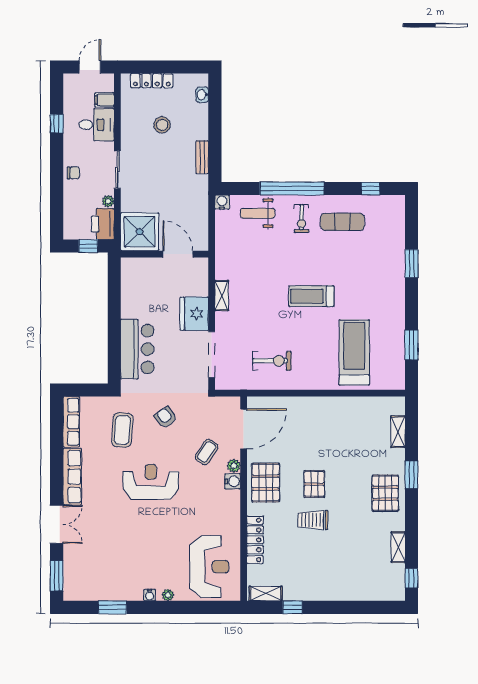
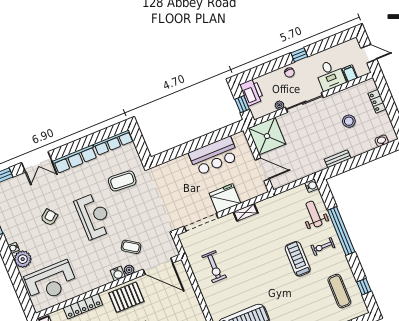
locker: (152, 81) -> (377, 101), width x0.66
window: (57, 124) -> (299, 55), moved
sliding door: (117, 170) -> (304, 103), width x1.37
exercise mat: (342, 222) -> (339, 291), moved
printer: (103, 224) -> (252, 92), moved, turned 90
door: (178, 254) -> (262, 169), hinge flipped
treadmill: (311, 296) -> (298, 259), moved
bar counter: (137, 349) -> (214, 156), moved
armchair: (166, 417) -> (49, 217), moved
plant: (168, 595) -> (23, 259), width x1.88, depth x1.88

